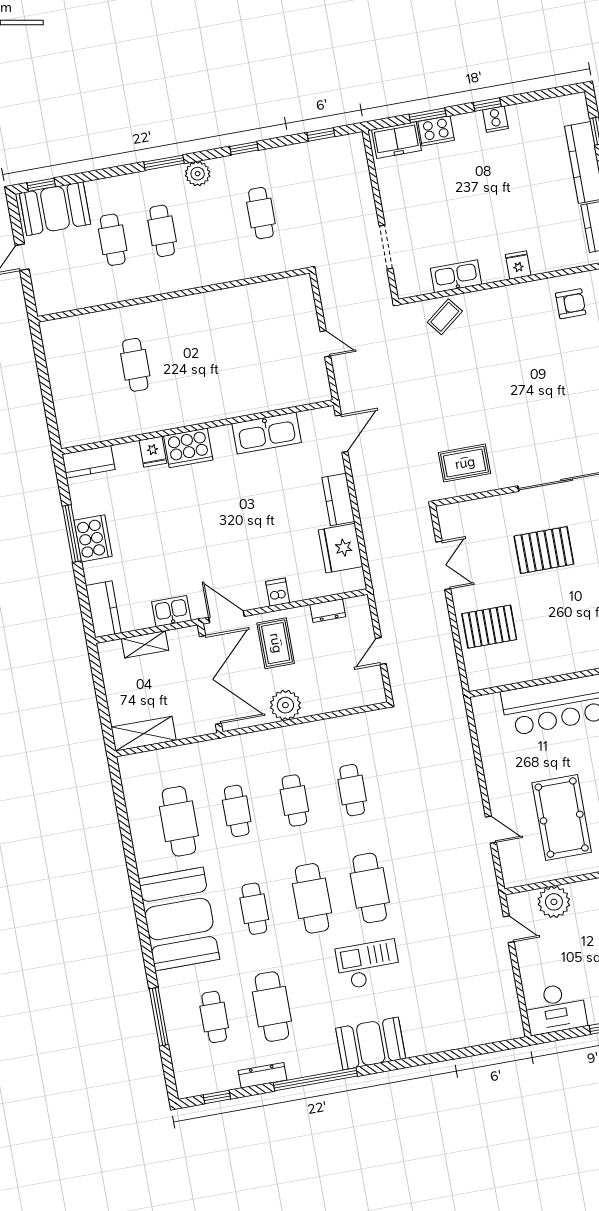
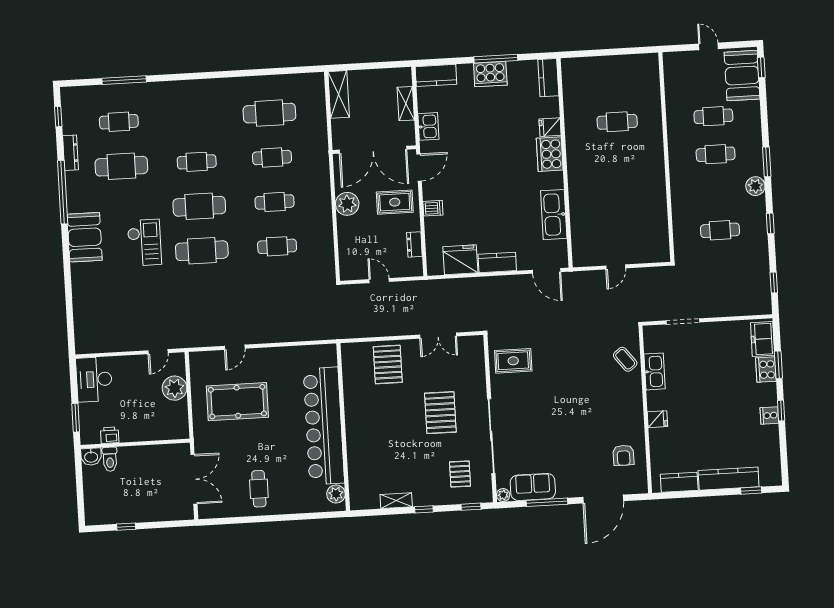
rug: (465, 463) -> (513, 361), turned 90
booth: (179, 919) -> (196, 104), removed

